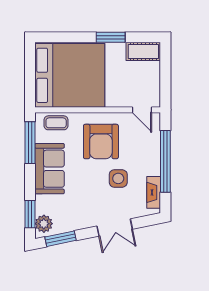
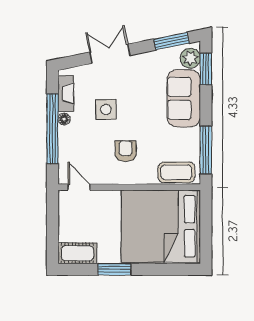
coffee table: (56, 123) -> (176, 172), width x1.36, depth x1.30
armchair: (101, 142) -> (126, 151), width x0.53, depth x0.53
sofa: (50, 169) -> (184, 98), moved
floor lamp: (155, 170) -> (64, 119), added

